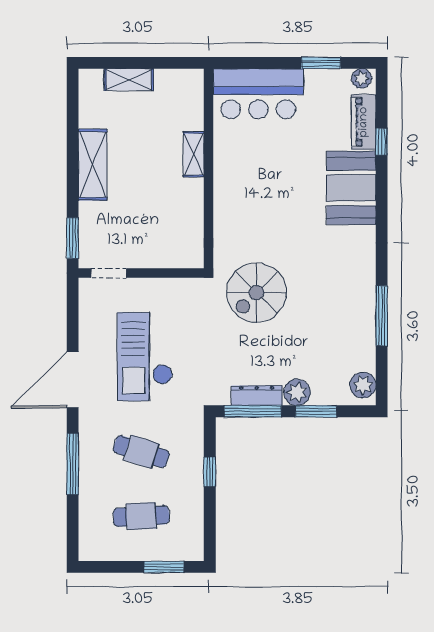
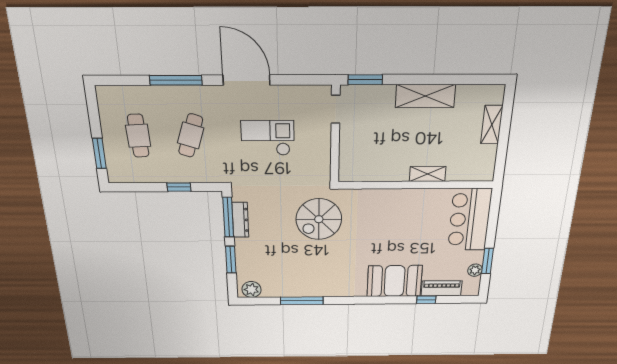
plant: (362, 78) -> (475, 270), moved
spiral stairs: (256, 293) -> (319, 219), turned -90
checkout: (145, 357) -> (268, 138), width x0.73, depth x0.83
plant: (297, 392) -> (244, 247), removed

